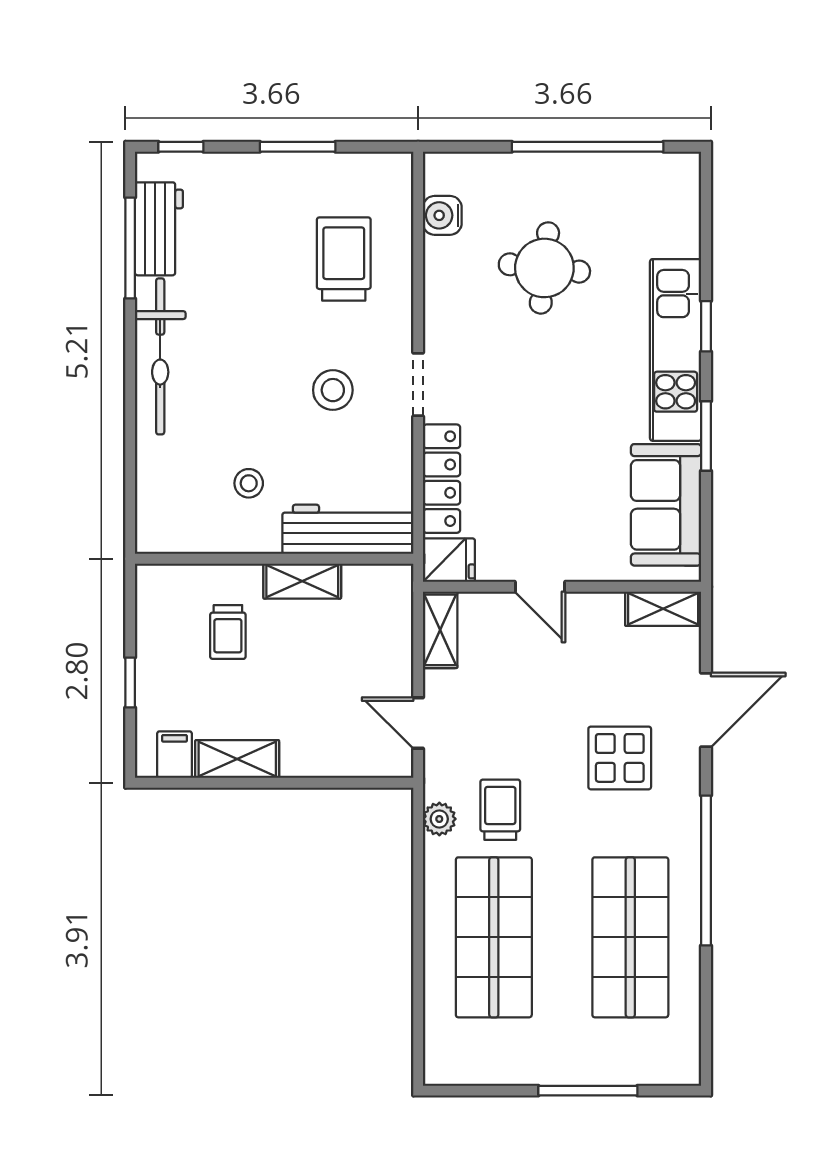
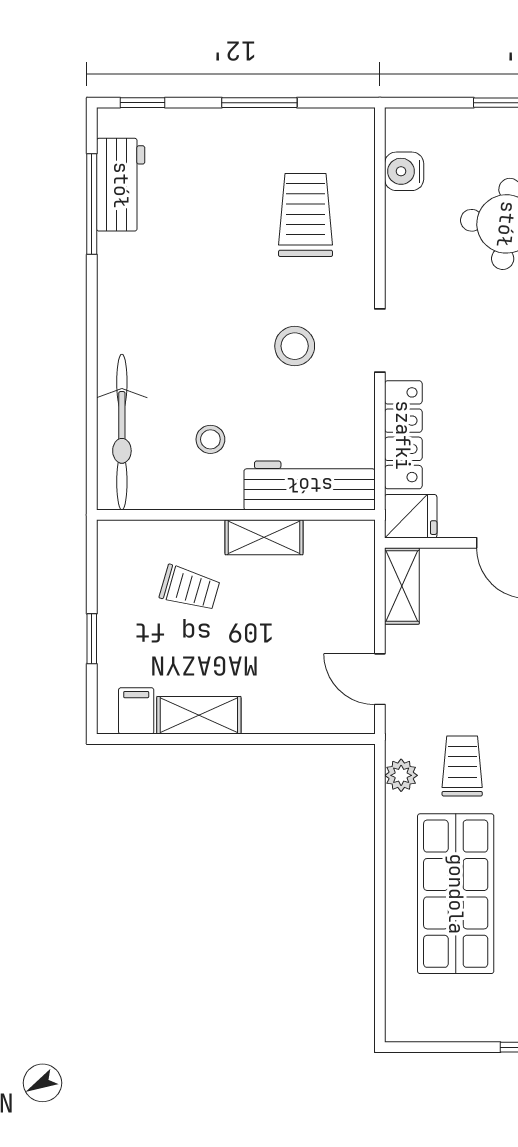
bicycle: (160, 356) -> (122, 432), moved
trolley: (228, 632) -> (190, 588), turned -74

